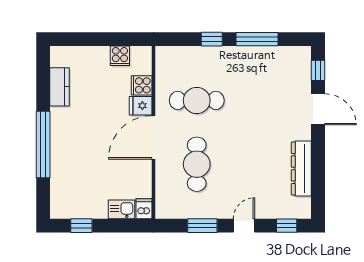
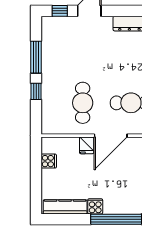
cooker: (142, 85) -> (95, 206), moved, turned 180
kitchen counter: (60, 87) -> (65, 207), width x1.50
door: (153, 137) -> (111, 136), hinge flipped

